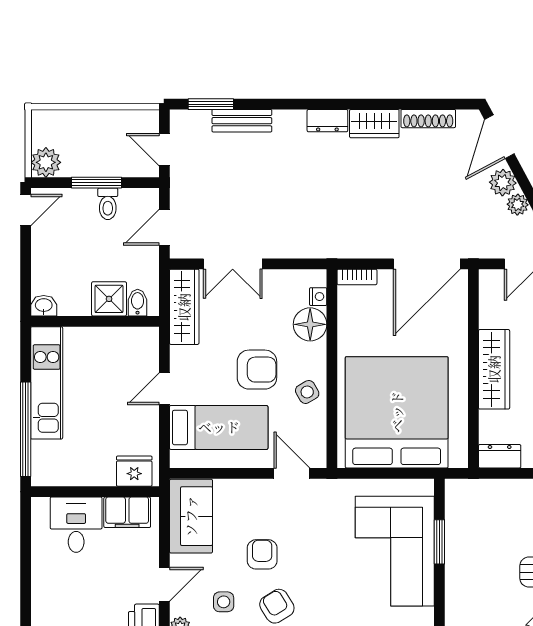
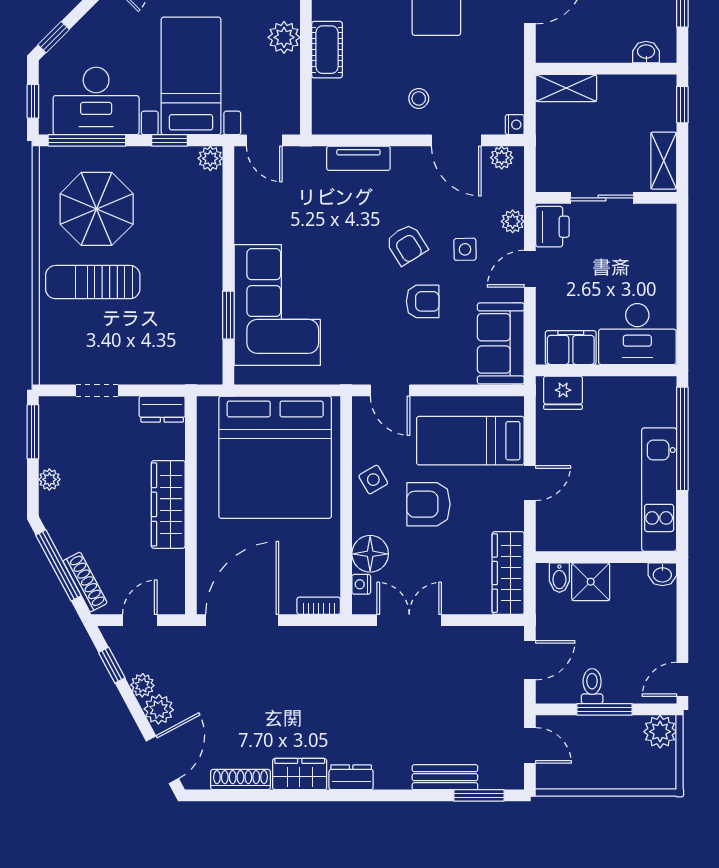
double door: (233, 264) -> (409, 620), moved
desk: (76, 525) -> (637, 334), width x1.37
armchair: (262, 554) -> (423, 301), turned -90

